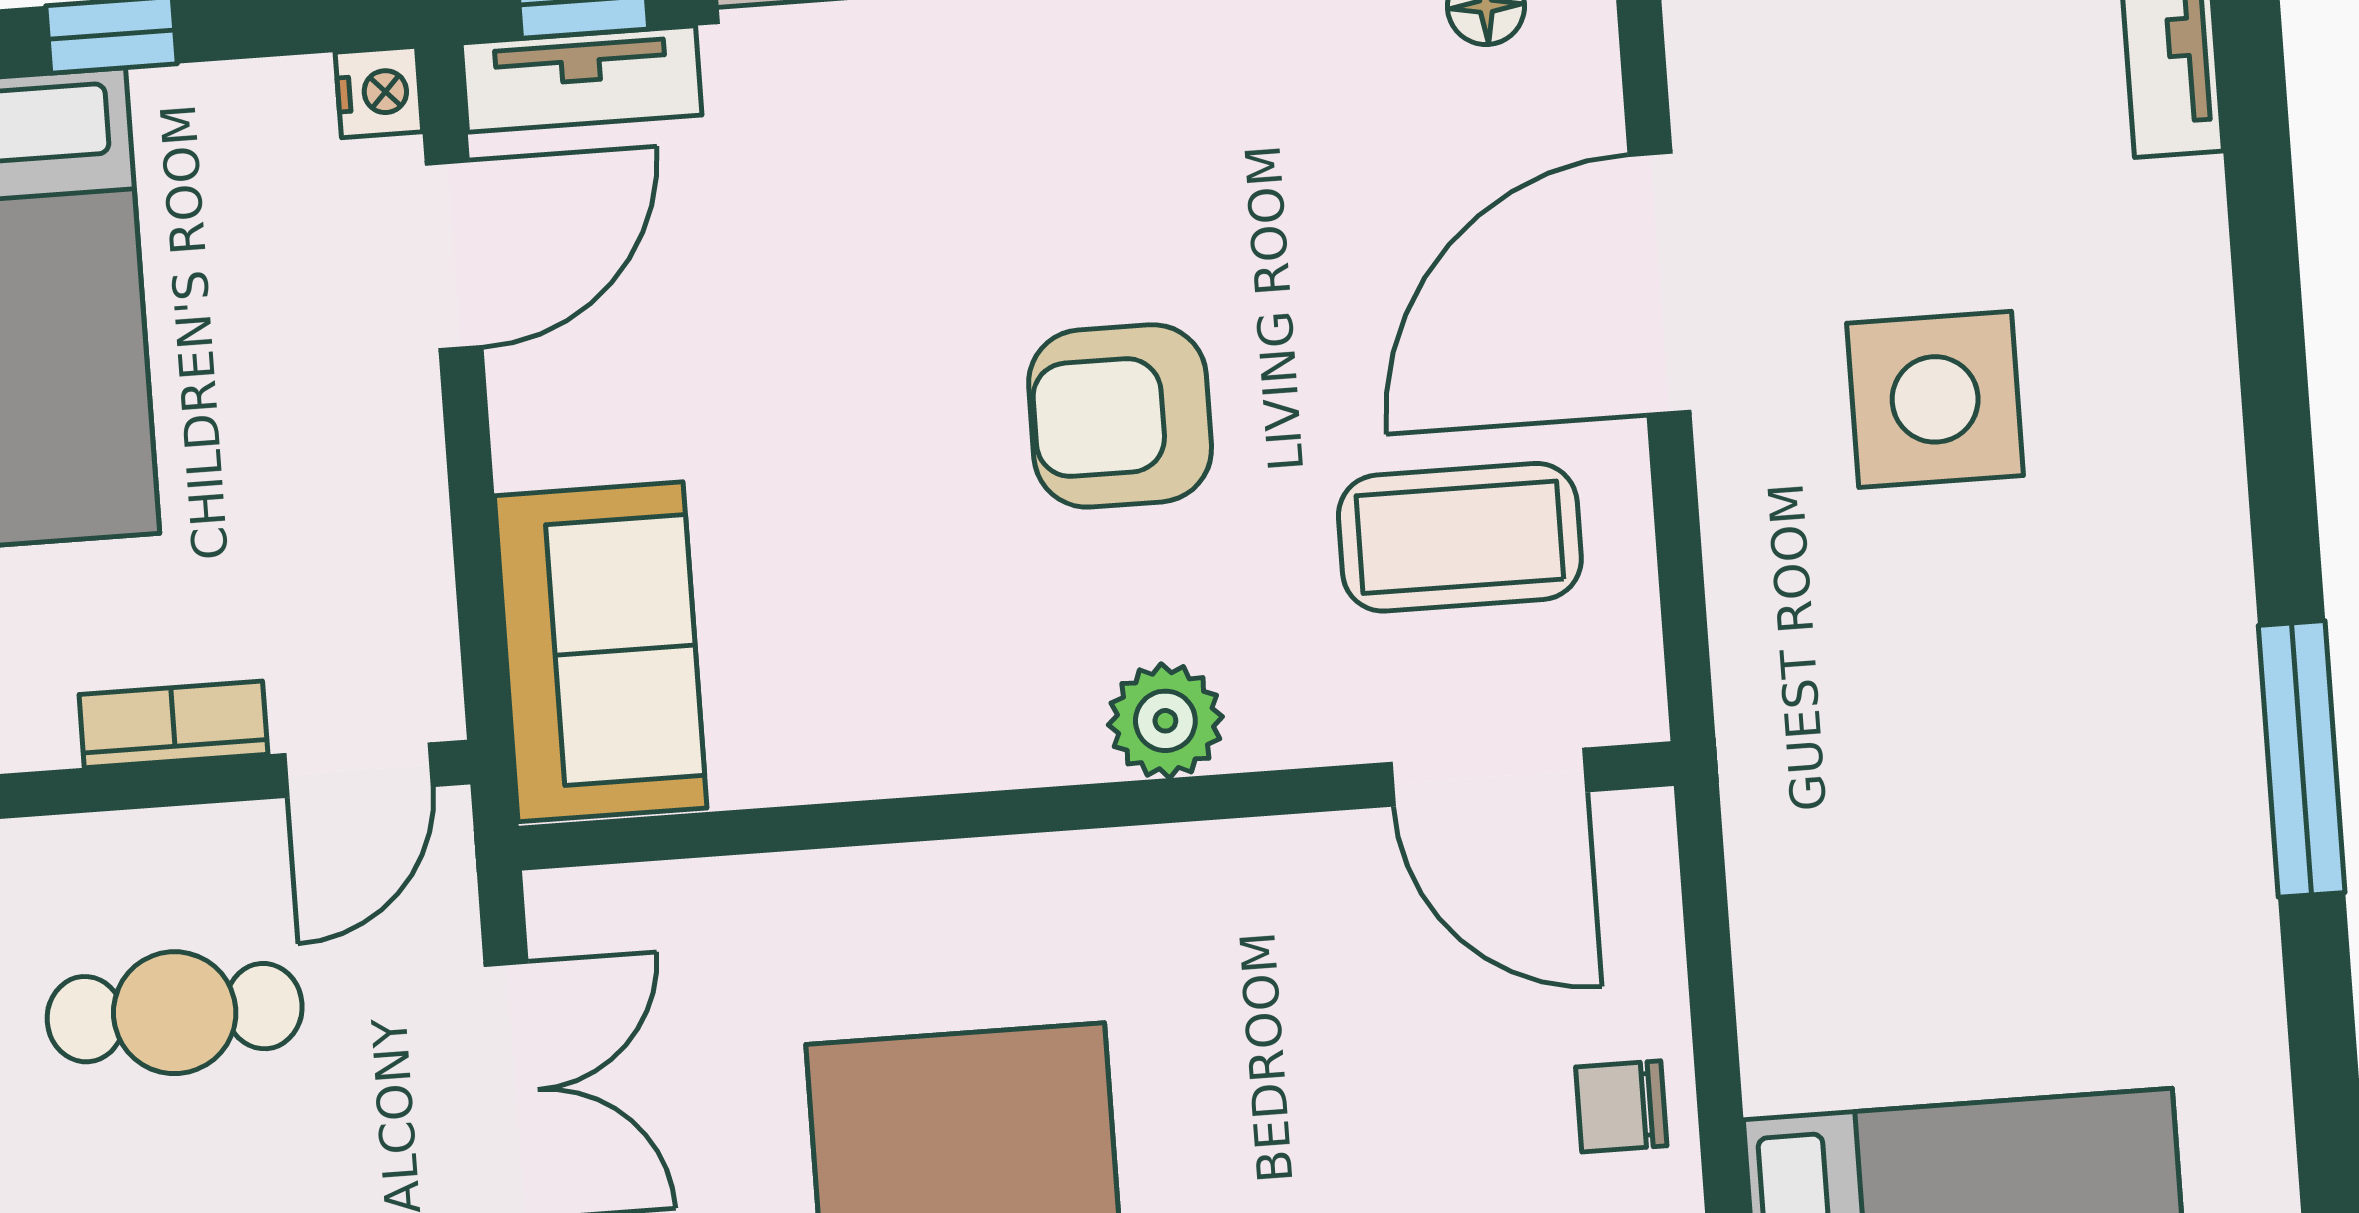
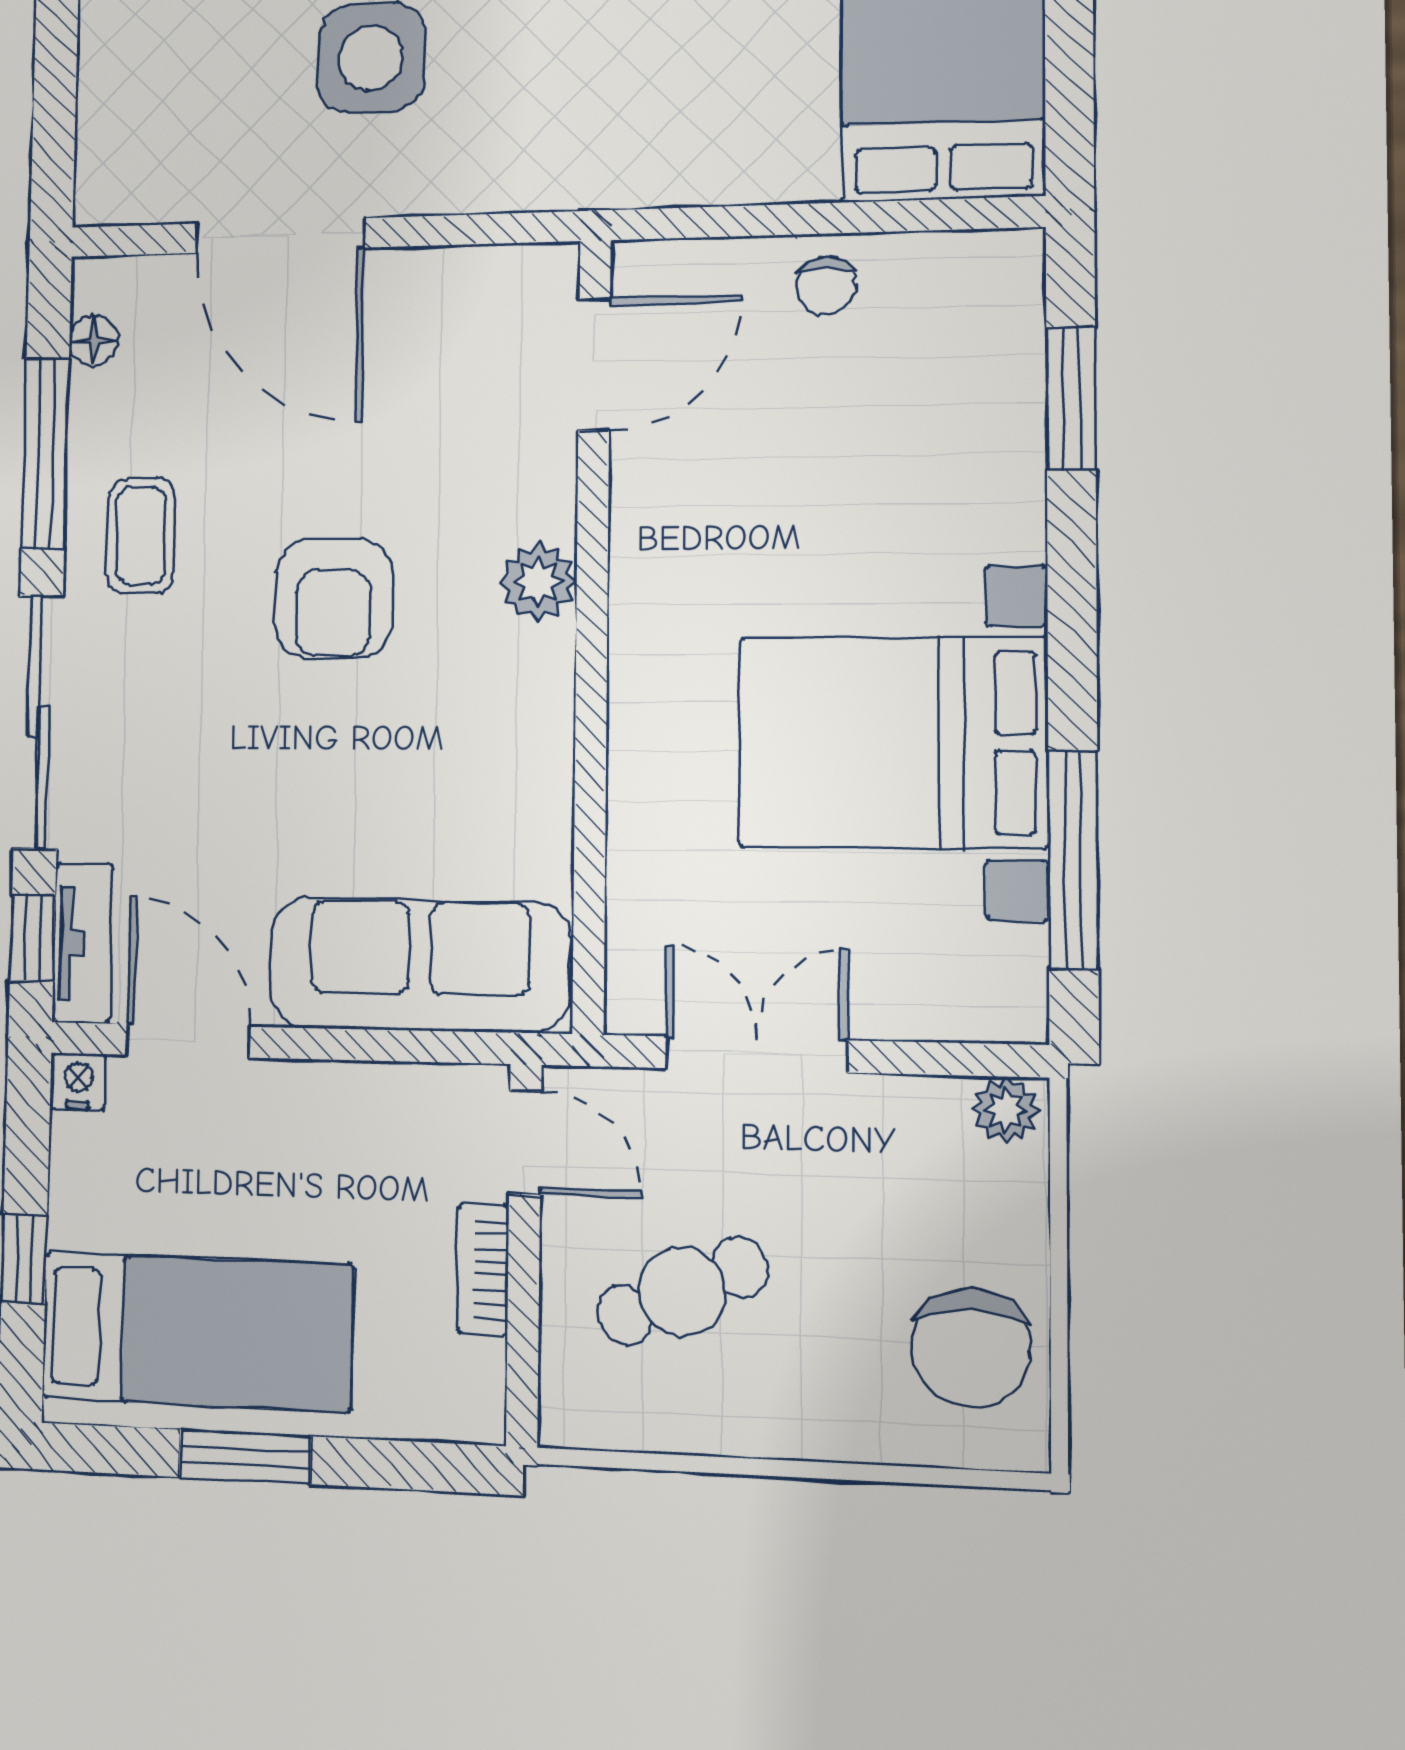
coffee table: (1460, 537) -> (141, 536), moved, width x0.73, depth x0.77
sofa: (601, 652) -> (419, 965), width x1.36
cafe table: (175, 1013) -> (682, 1291), turned 66

